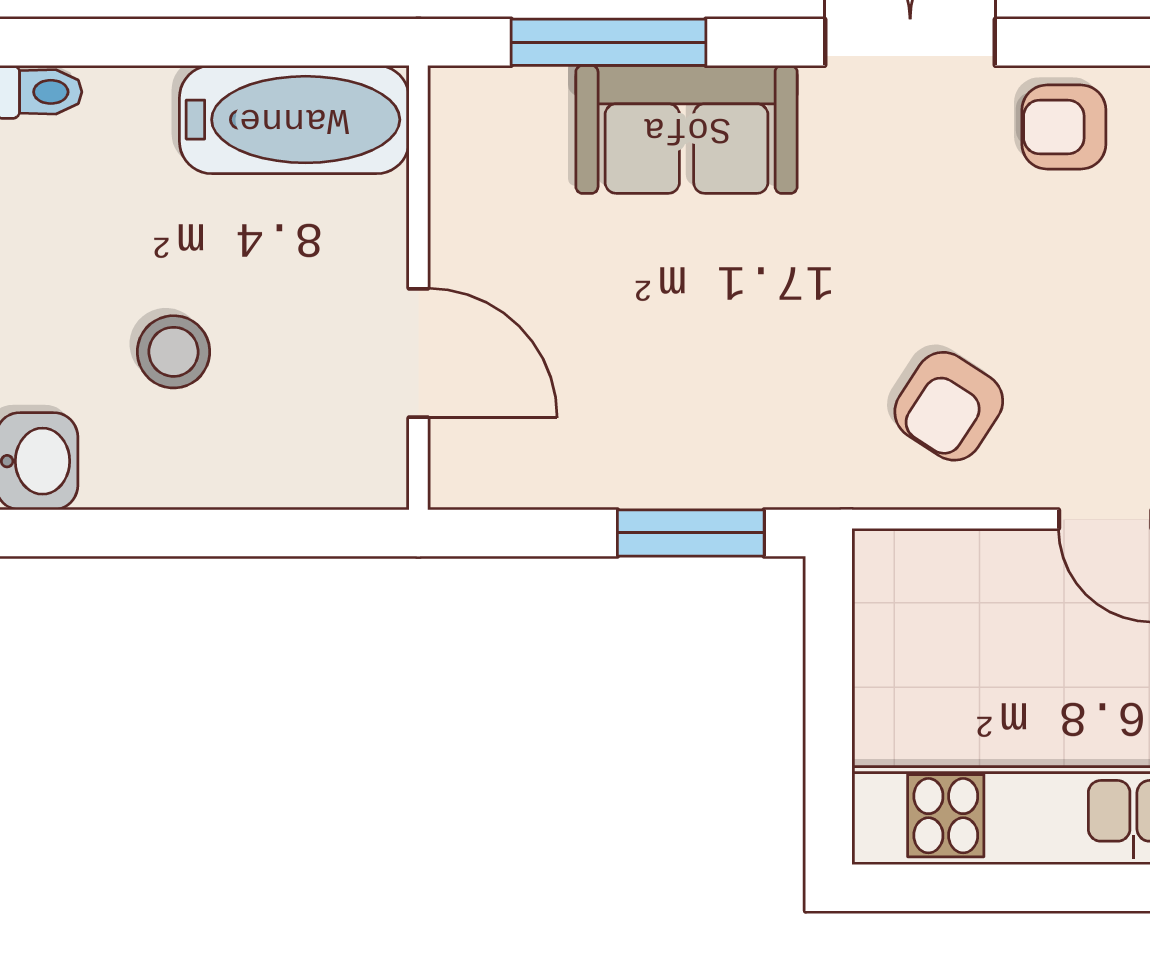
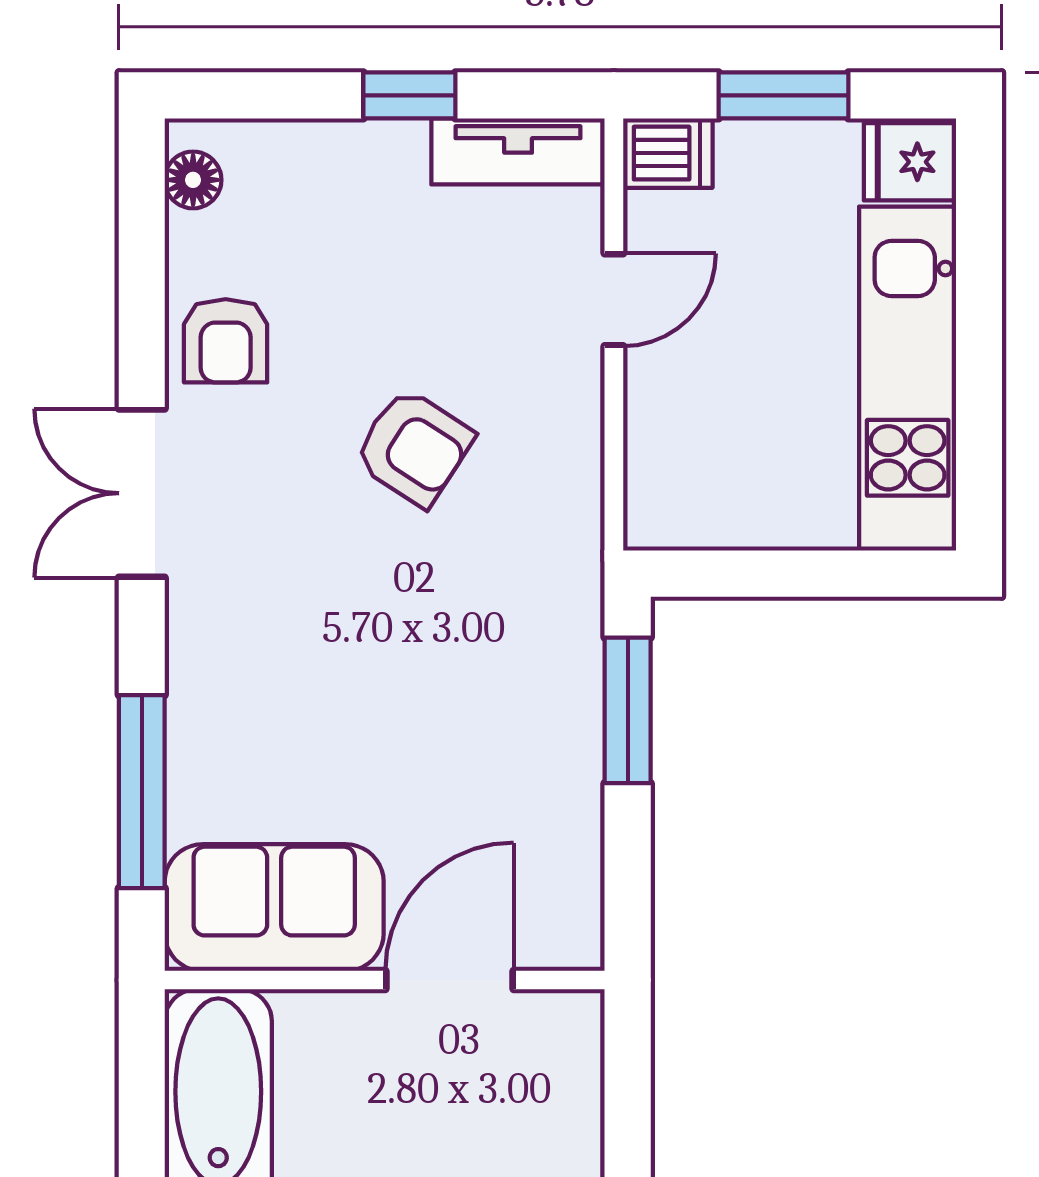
sofa: (687, 129) -> (274, 908), moved, turned -90
armchair: (949, 406) -> (414, 447), moved

